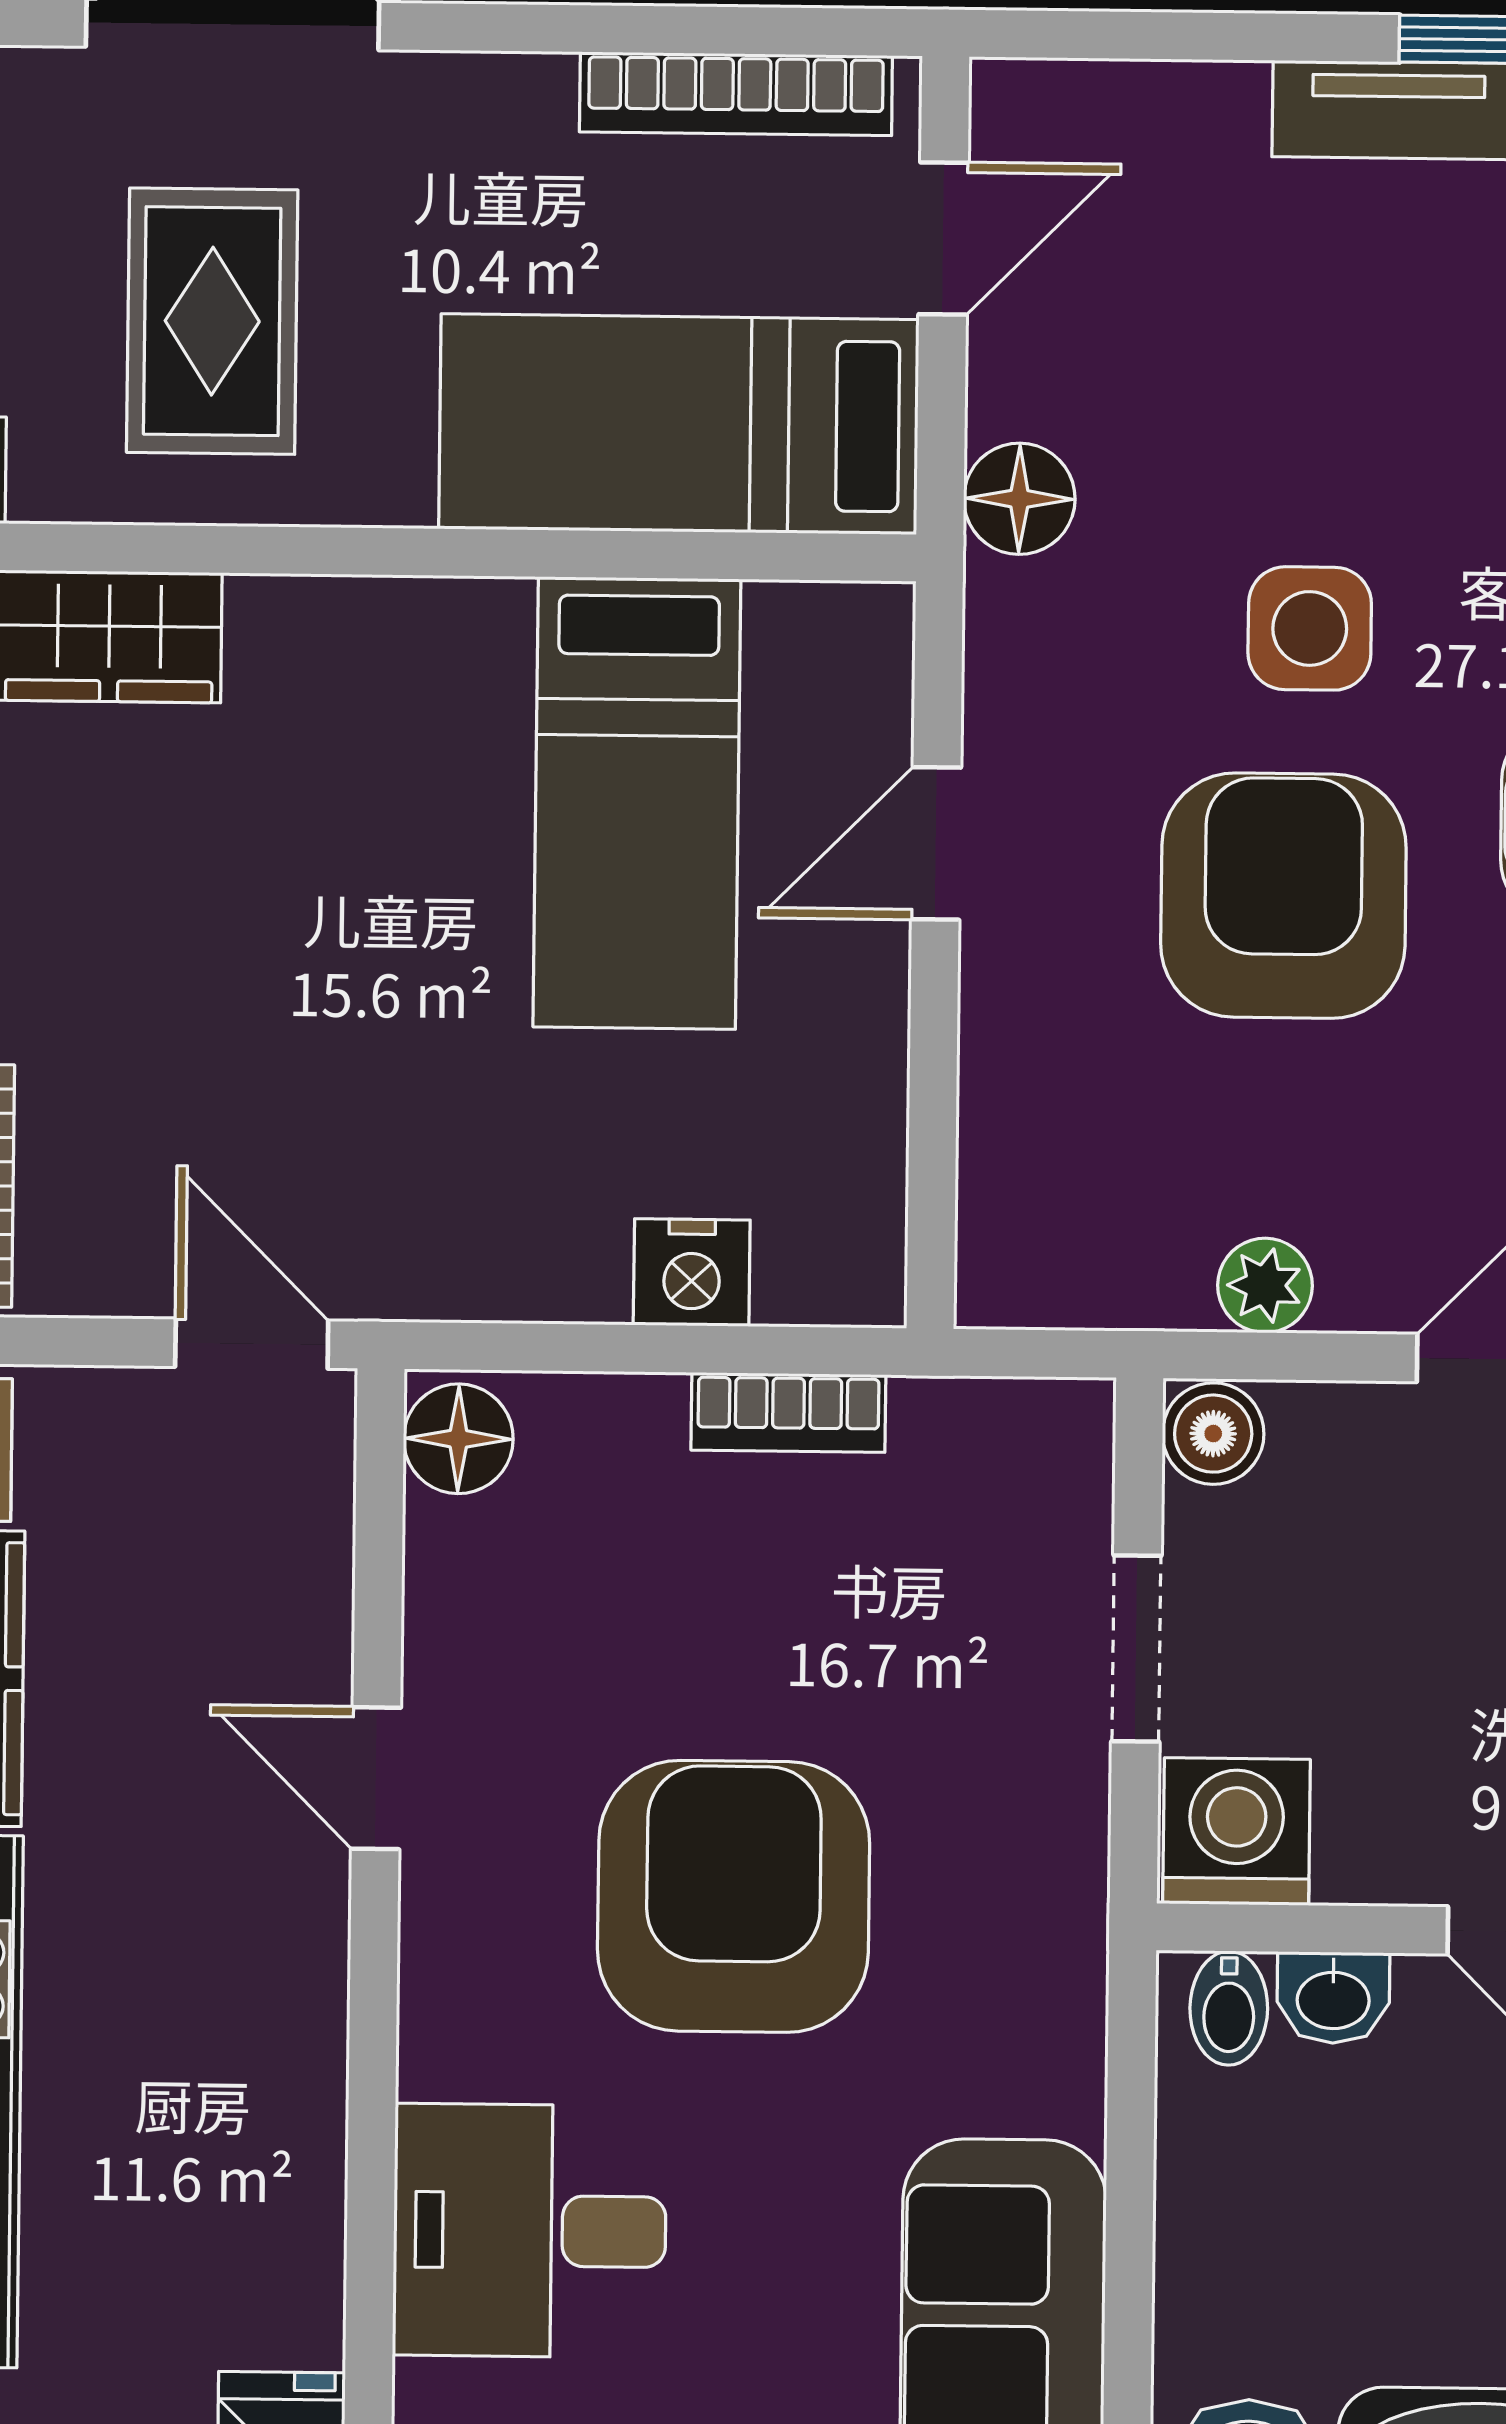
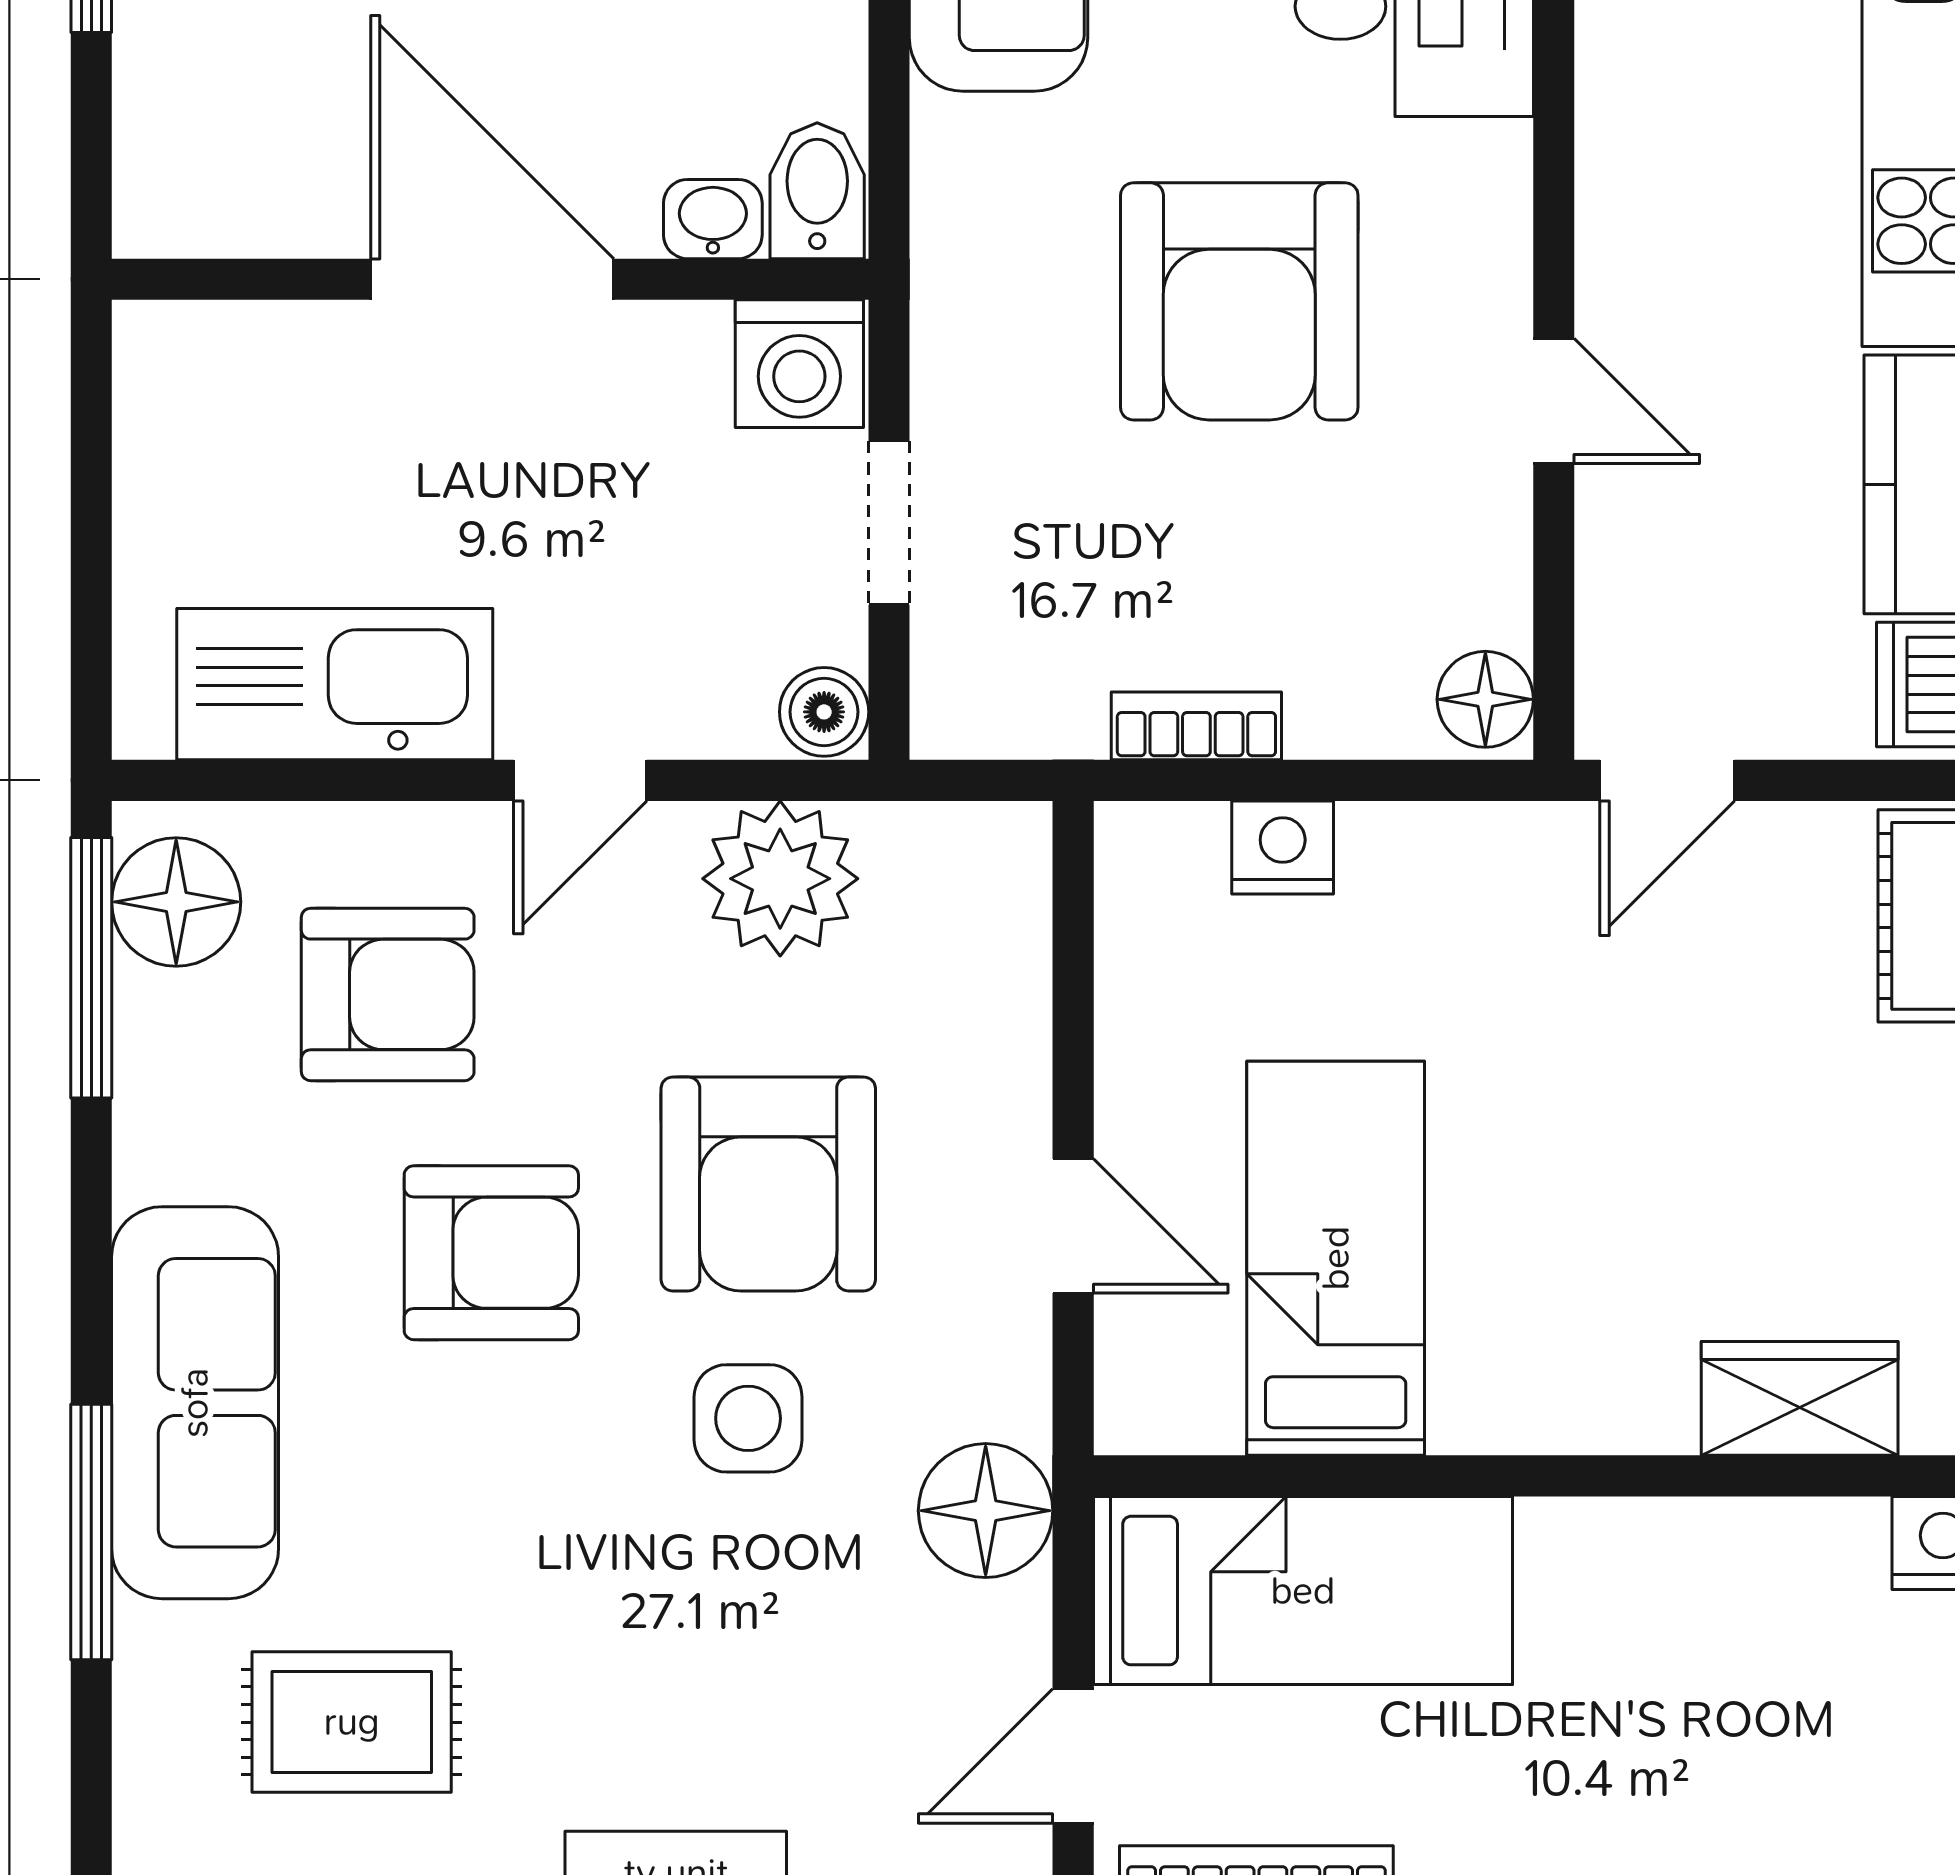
rug: (212, 321) -> (1713, 1676), removed
floor lamp: (1019, 499) -> (986, 1511), width x1.38, depth x1.38
door: (936, 843) -> (1073, 1226), hinge flipped
plant: (1265, 1285) -> (780, 879), width x1.87, depth x1.87
door: (252, 1344) -> (1667, 780), hinge flipped
bidet: (1229, 2008) -> (817, 191), width x1.38, depth x1.36

